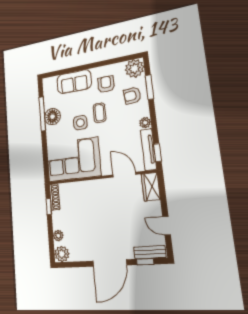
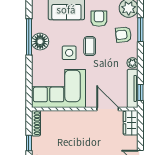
window: (49, 207) -> (29, 143), moved

